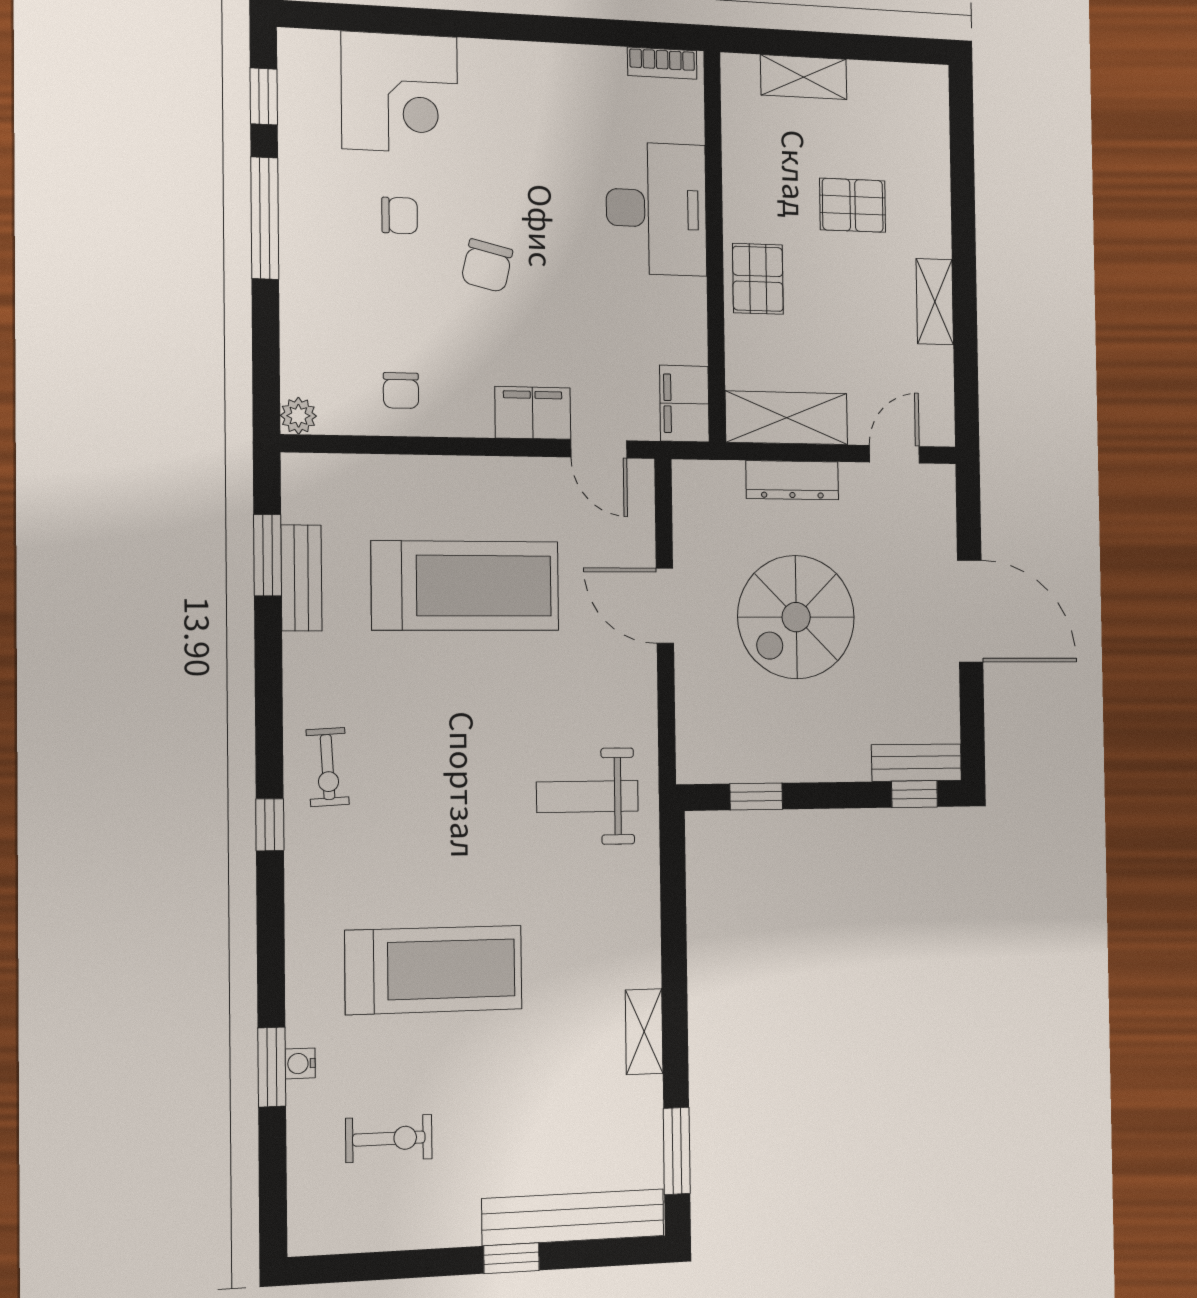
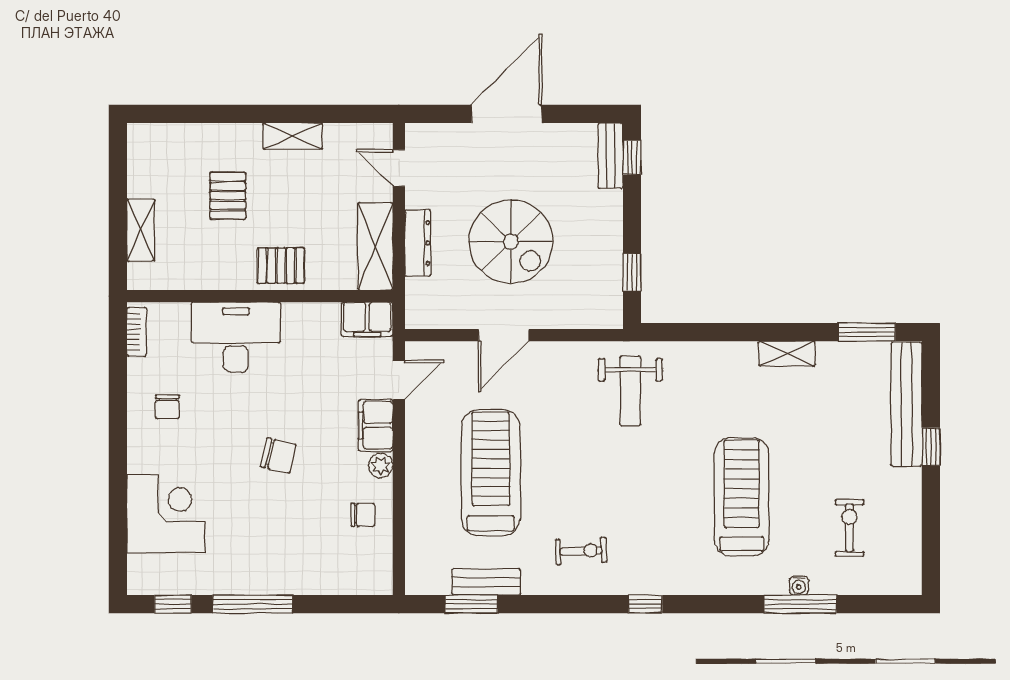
chair: (400, 215) -> (167, 407), moved, turned 180
plant: (298, 416) -> (381, 466), moved
exercise bike: (328, 767) -> (581, 551), moved
window: (272, 1067) -> (800, 604), width x1.44

